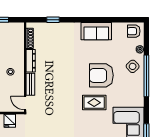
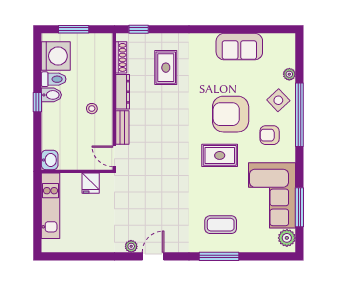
window: (53, 20) -> (139, 29), moved
sofa: (96, 31) -> (239, 47), moved
armchair: (134, 31) -> (270, 135), moved
rug: (59, 45) -> (166, 68), added

